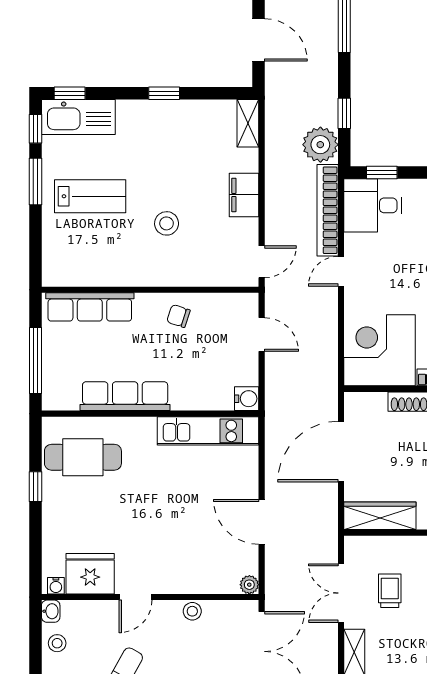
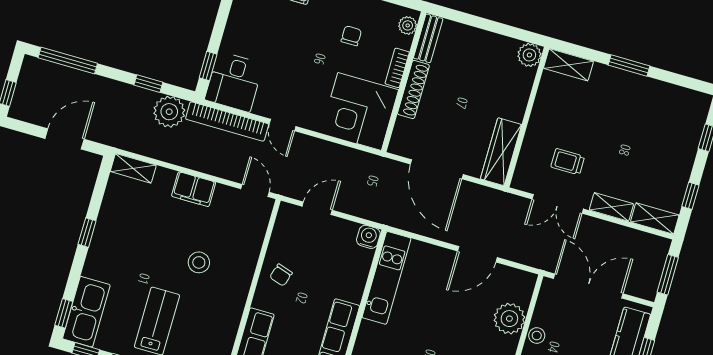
plant: (249, 585) -> (509, 319), moved, width x1.88, depth x1.88

